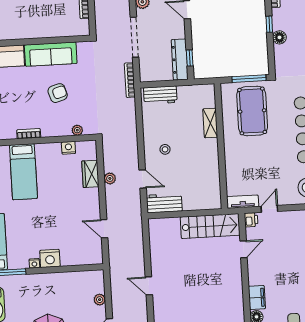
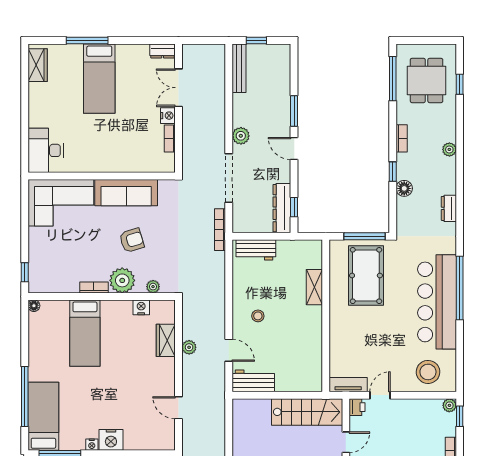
plant: (52, 127) -> (122, 280), added

